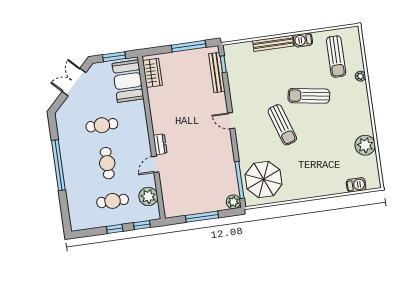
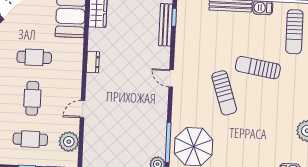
dresser: (160, 144) -> (93, 62), moved

